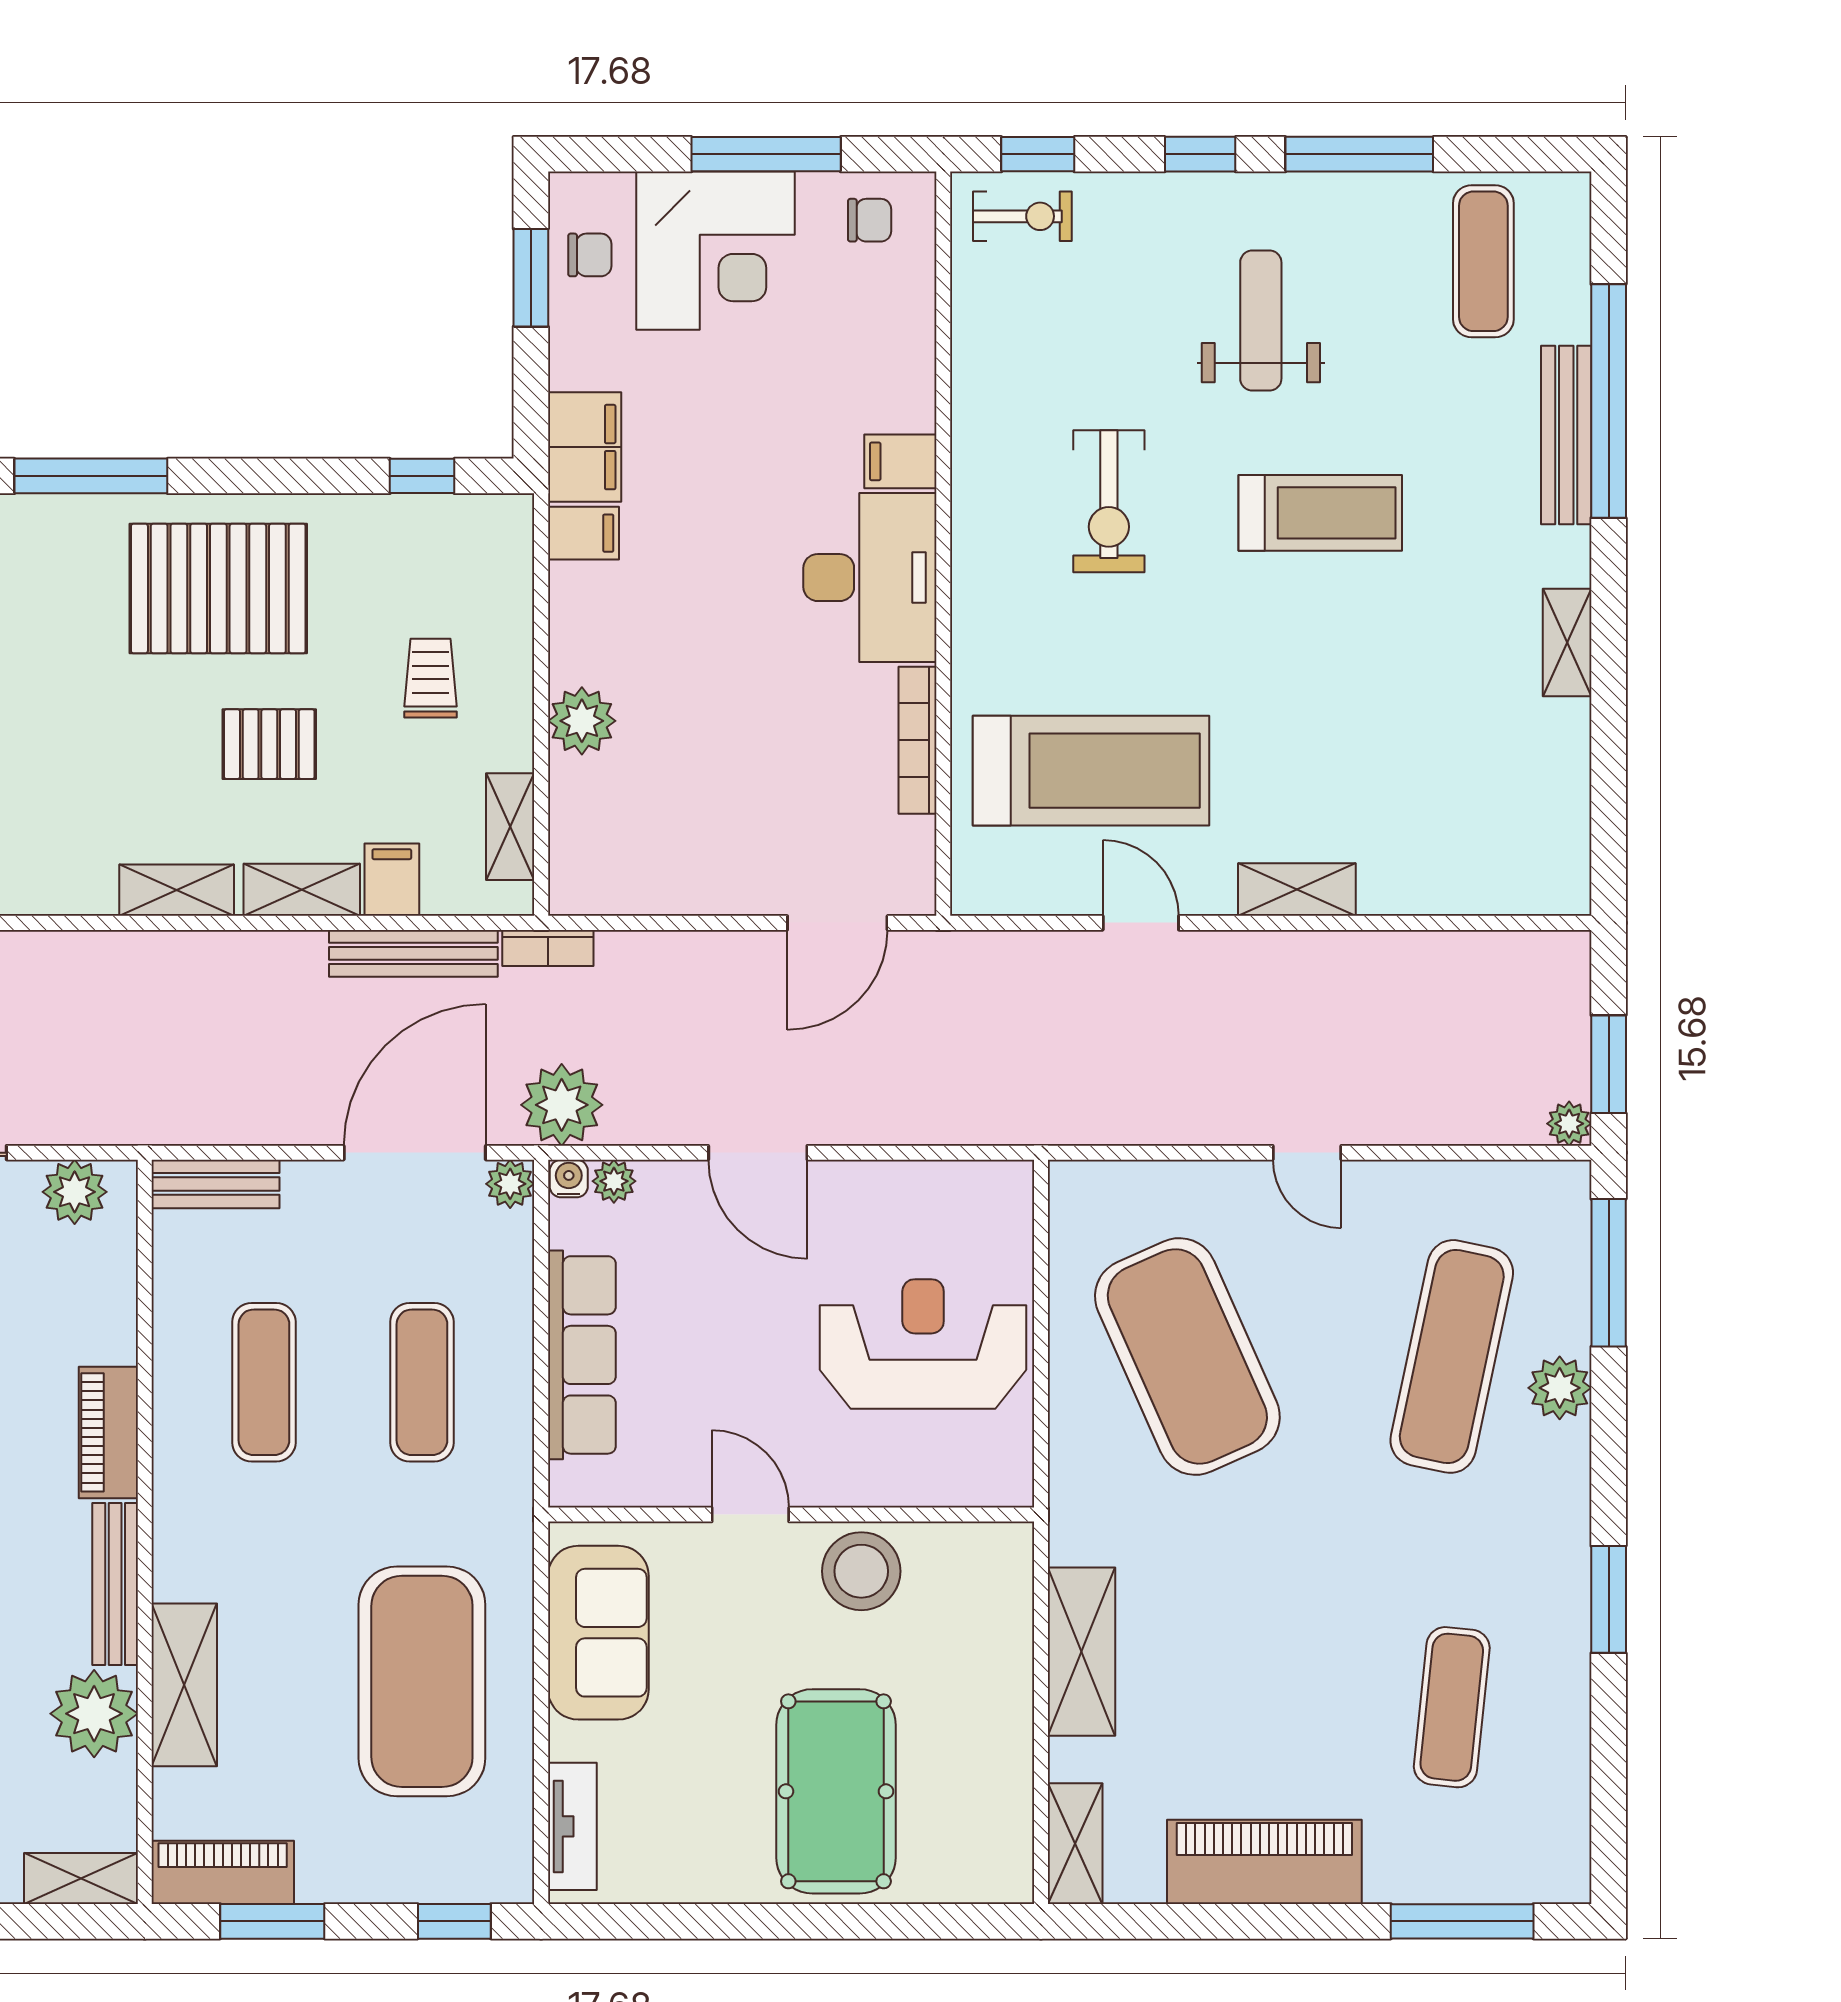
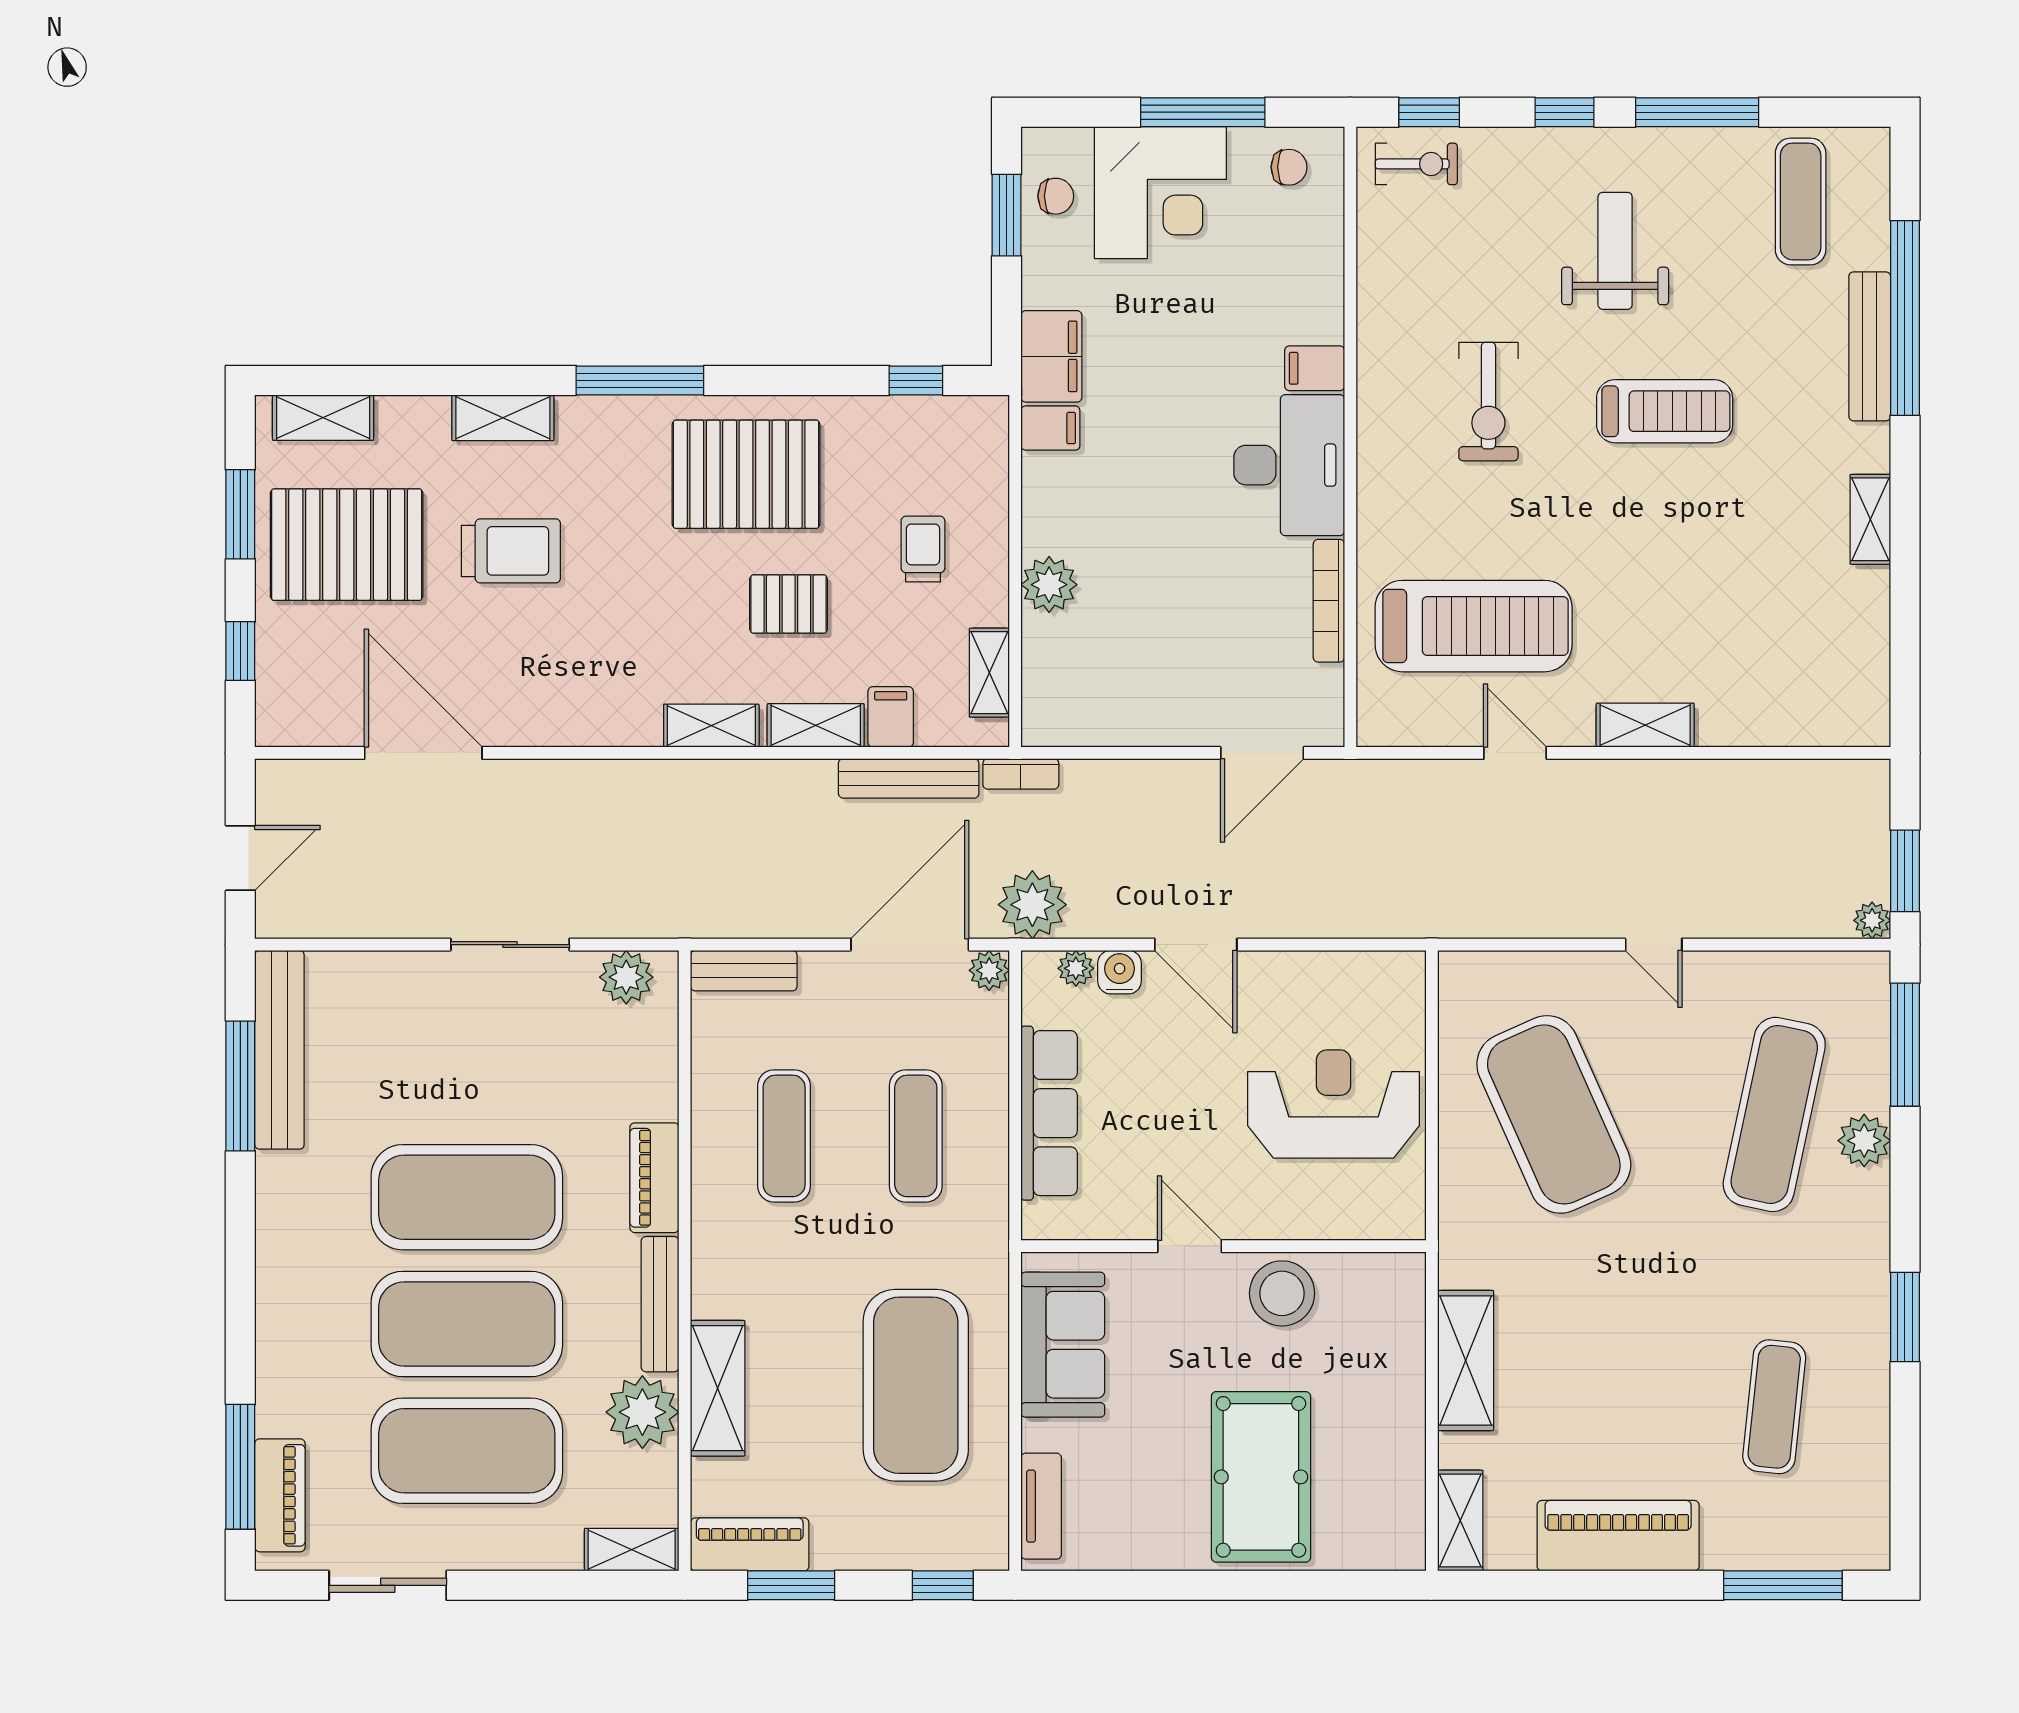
water cooler: (569, 1179) -> (1120, 972), moved, width x1.38, depth x1.38

